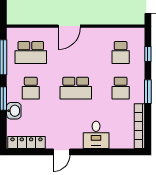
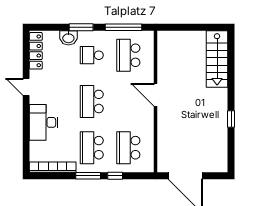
school desk: (121, 53) -> (128, 148), width x1.85
window: (148, 54) -> (115, 176), moved
school desk: (121, 88) -> (92, 148), width x1.85
desk: (96, 135) -> (44, 122), width x1.37

